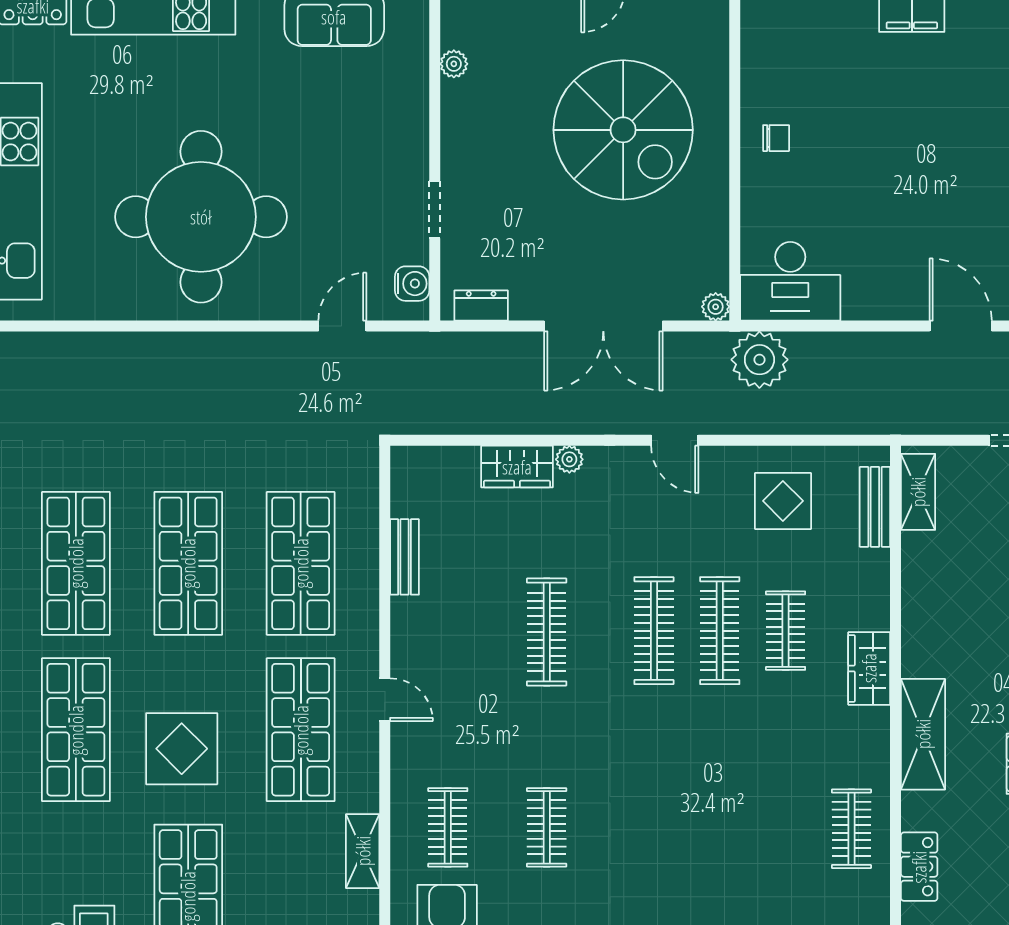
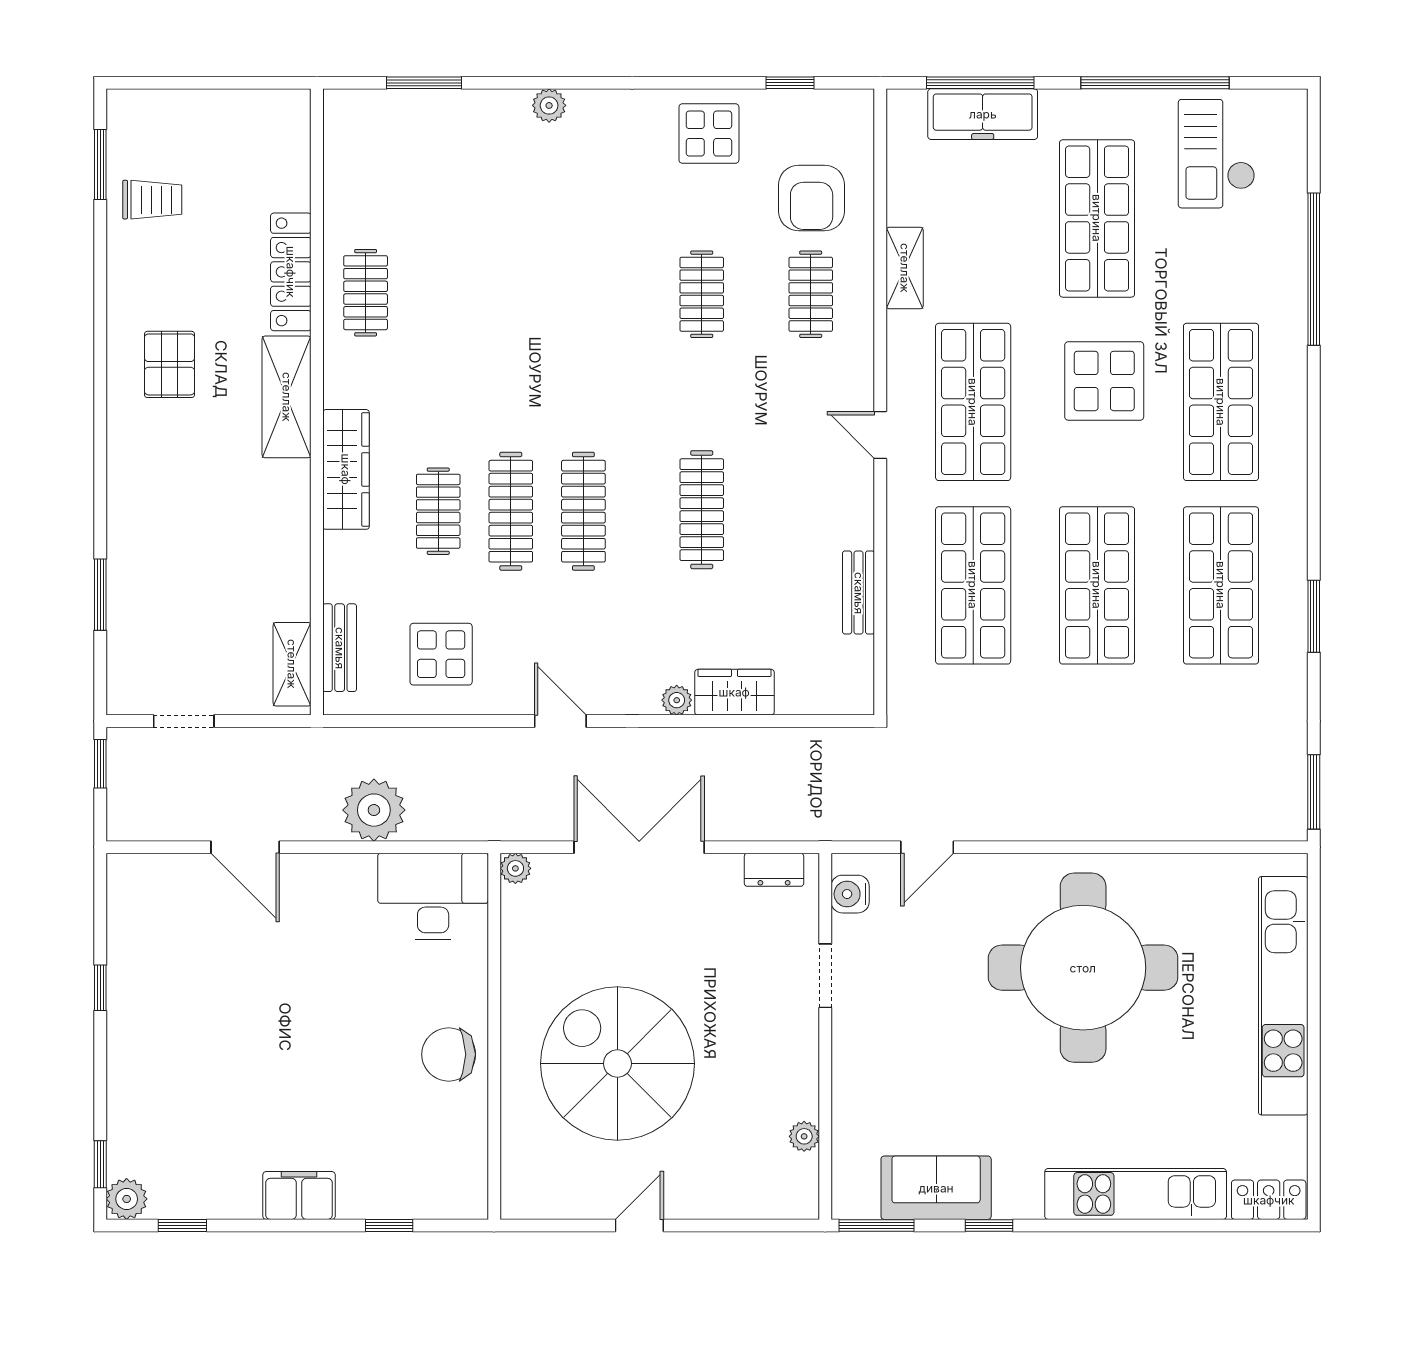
chair: (776, 138) -> (449, 1054), width x1.87, depth x1.87
plant: (759, 360) -> (374, 810), moved
wardrobe: (869, 668) -> (346, 469), width x1.50
locker: (919, 867) -> (291, 272), width x1.53

